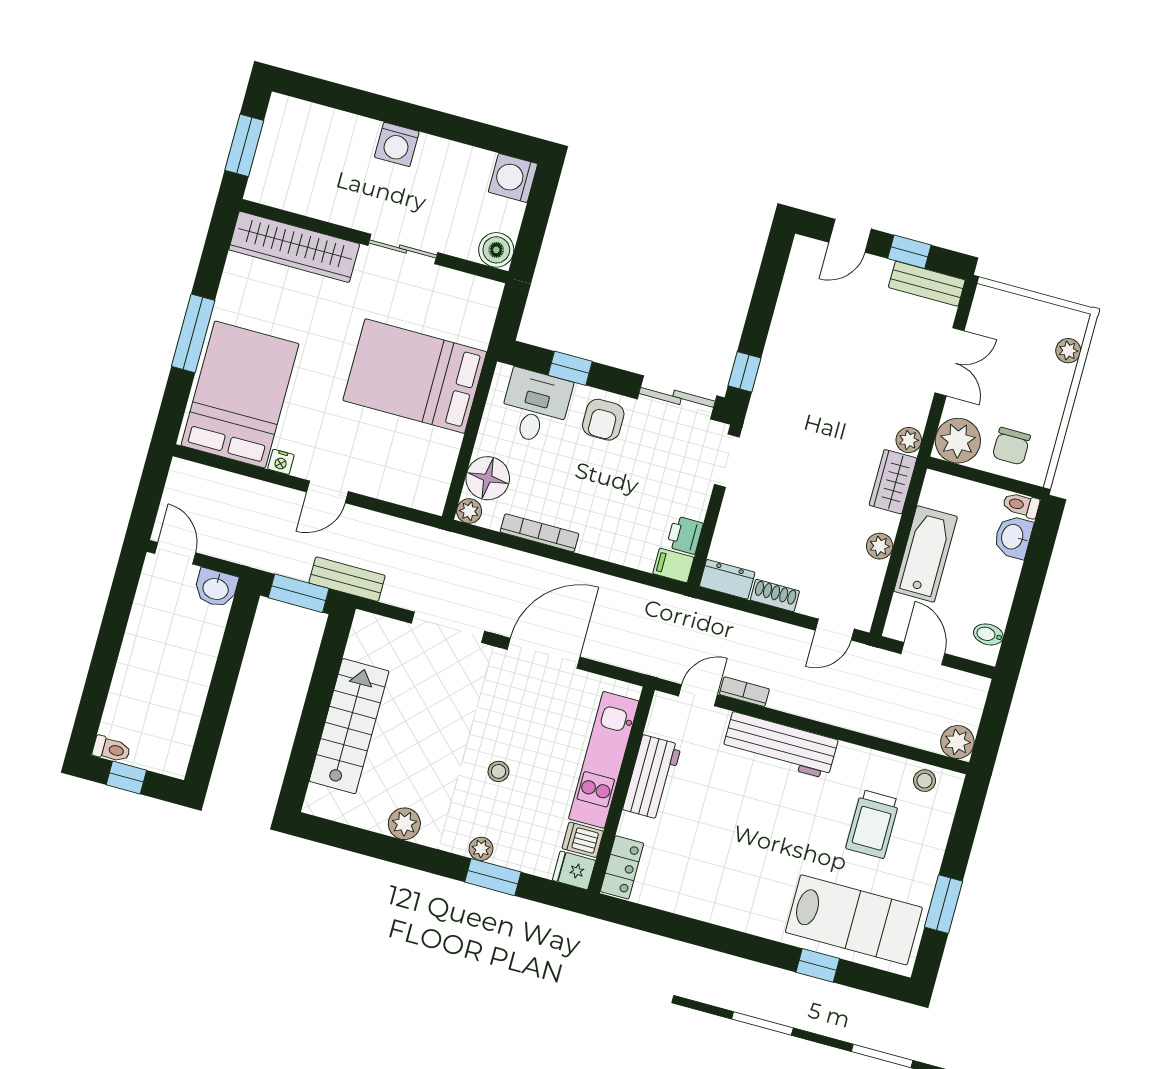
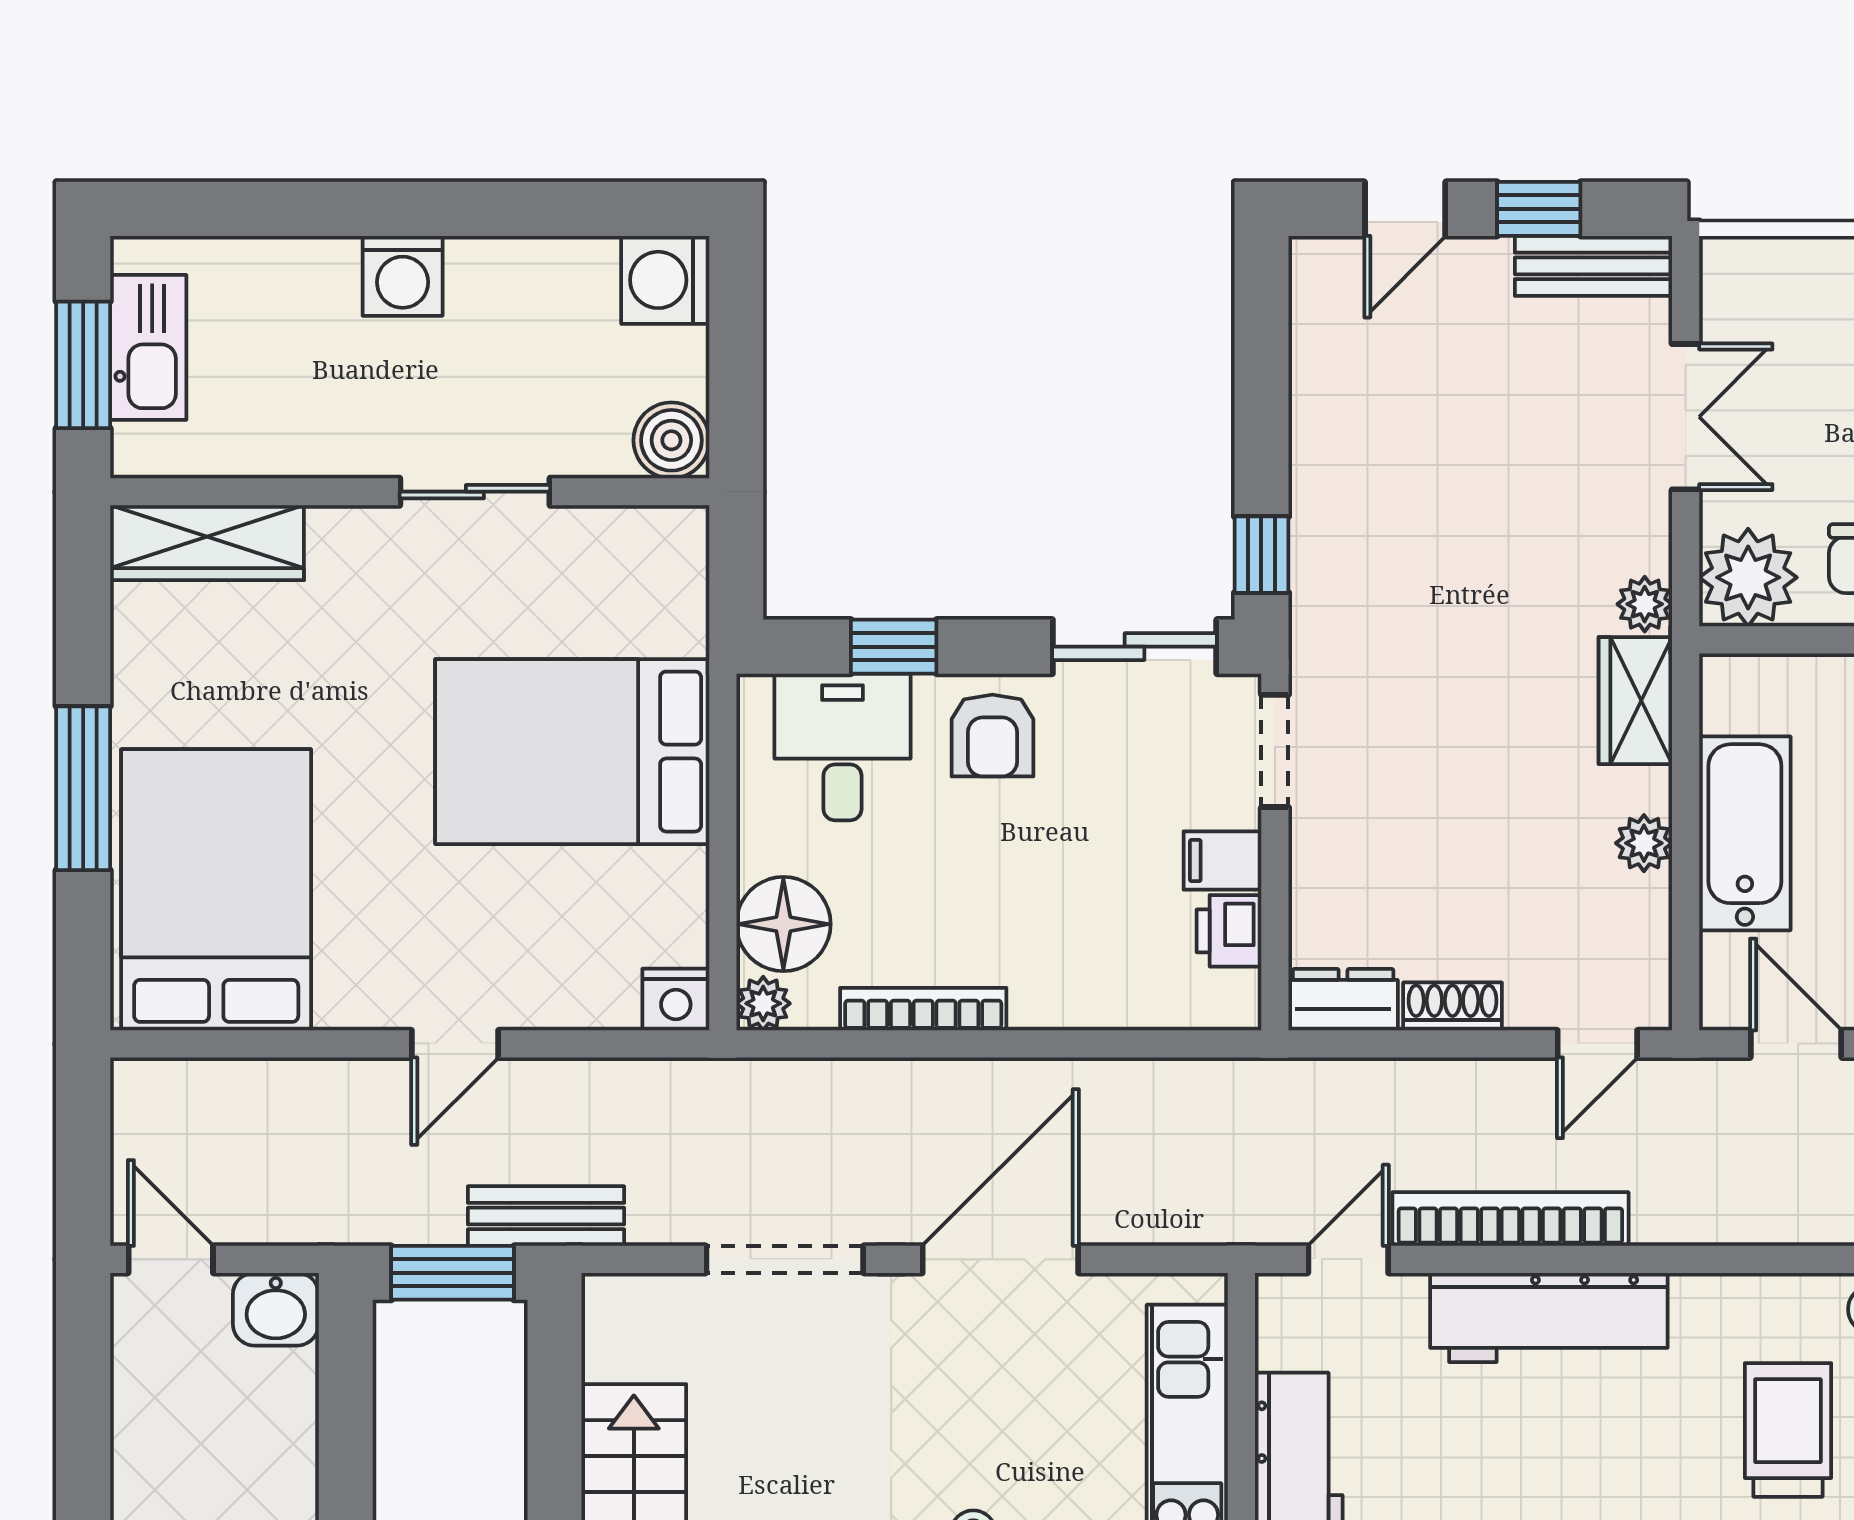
kitchen sink: (275, 145) -> (148, 347), added
wardrobe: (294, 247) -> (207, 543), width x0.71, depth x0.85
nightstand: (281, 462) -> (676, 1000), moved, width x1.39, depth x1.35
filing cabinet: (673, 565) -> (1223, 861), moved
bookcase: (744, 692) -> (1510, 1219), width x2.31, depth x1.31
trolley: (873, 824) -> (1788, 1430), turned 180

